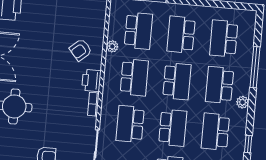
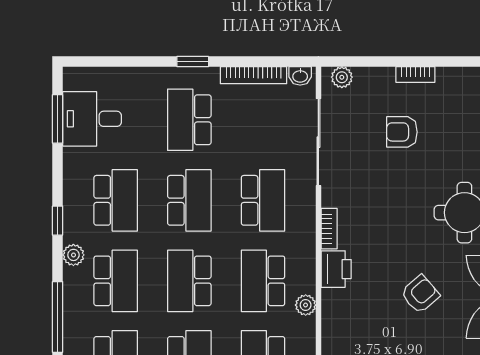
plant: (112, 46) -> (306, 305), moved
armchair: (81, 50) -> (420, 294), moved
school desk: (173, 128) -> (189, 200), turned 180
window: (248, 144) -> (58, 221), moved

